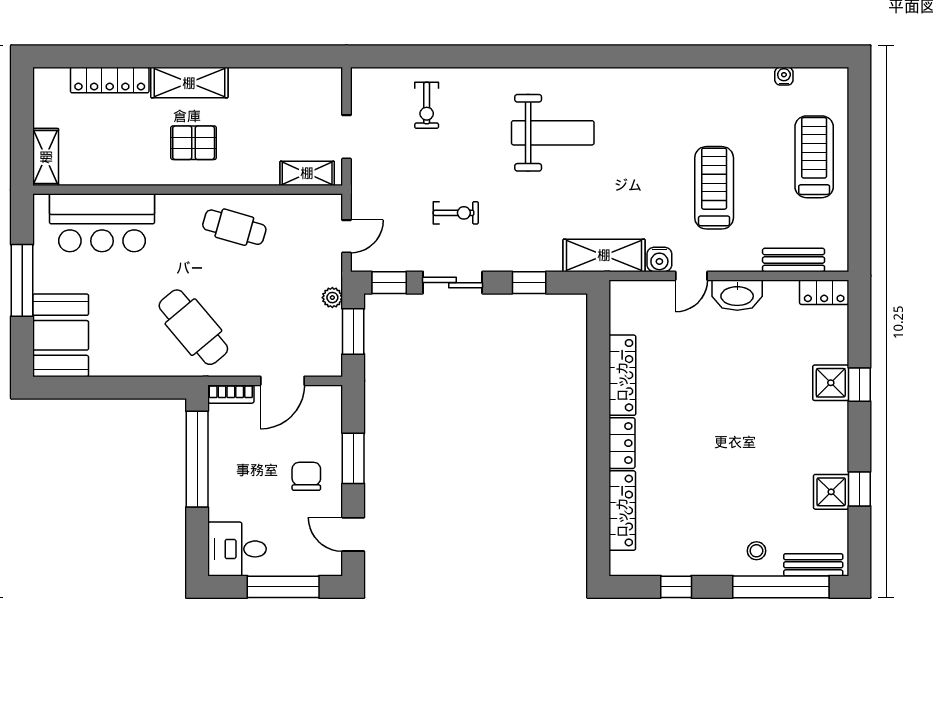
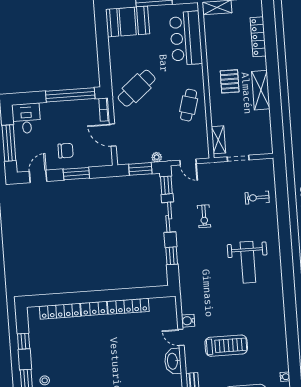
shelving: (189, 83) -> (261, 90), moved
shelving: (604, 255) -> (188, 293), removed

